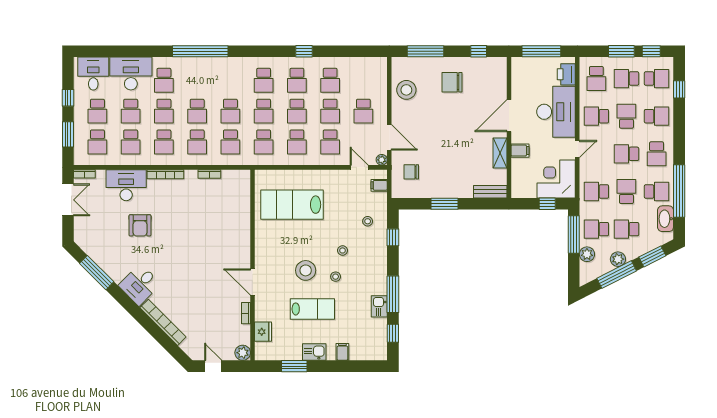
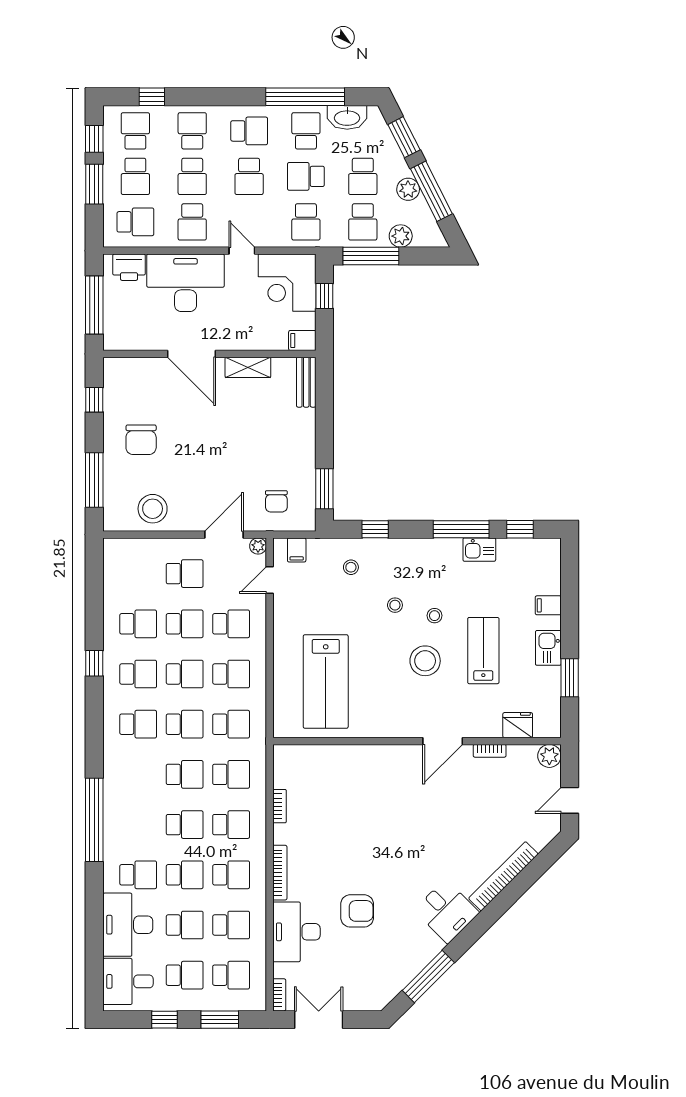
school desk: (626, 116) -> (192, 176), turned -90
filing cabinet: (520, 151) -> (302, 340), moved, turned -90
window: (444, 204) -> (324, 489), moved

